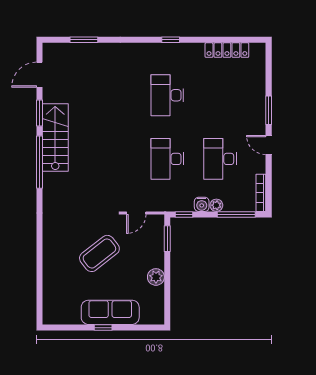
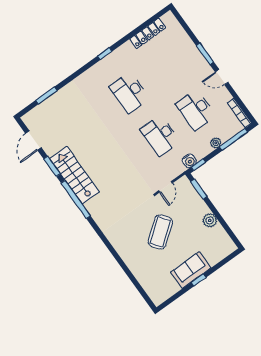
water cooler: (202, 204) -> (189, 161), moved
sofa: (110, 312) -> (191, 270), width x0.73

